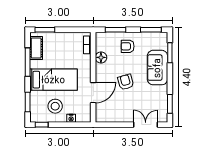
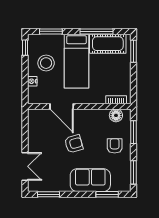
cot: (36, 48) -> (108, 44), width x1.37, depth x1.34
floor lamp: (101, 57) -> (116, 115), moved

